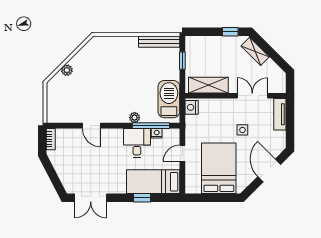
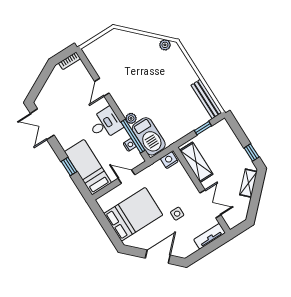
plant: (67, 70) -> (165, 45), moved
barbecue: (169, 99) -> (149, 136), moved, turned 90
desk: (137, 143) -> (105, 124), moved

